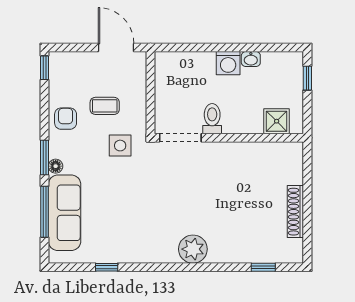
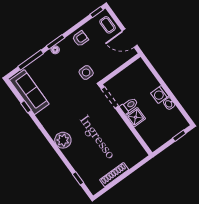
door: (116, 47) -> (130, 38), swing flipped
coffee table: (105, 106) -> (108, 25), moved
shower: (277, 121) -> (136, 117), moved
sofa: (65, 213) -> (29, 92), moved, turned -90

